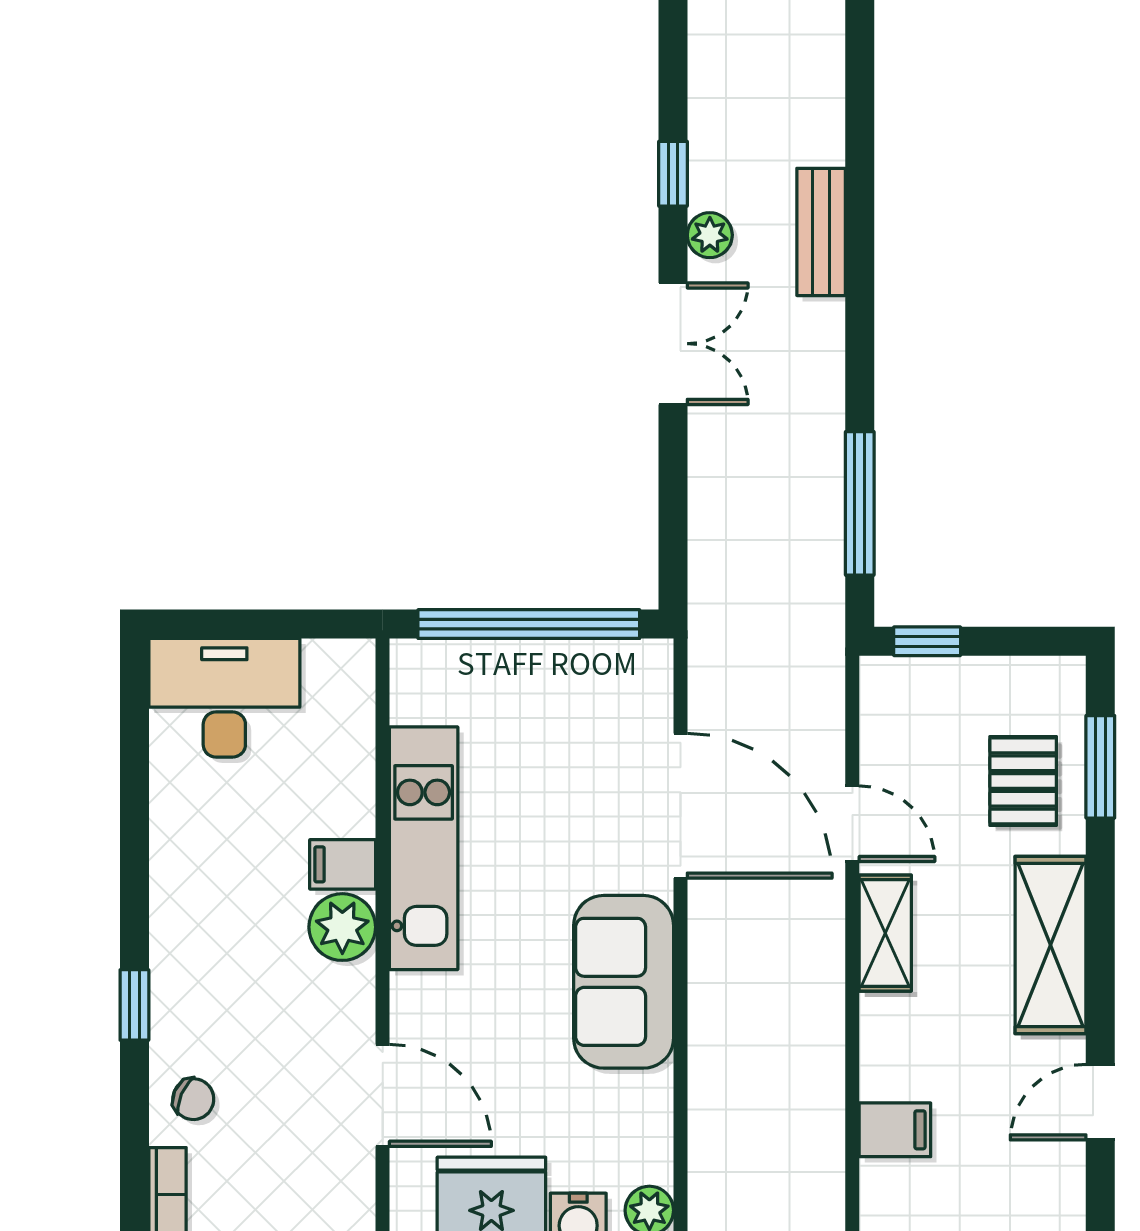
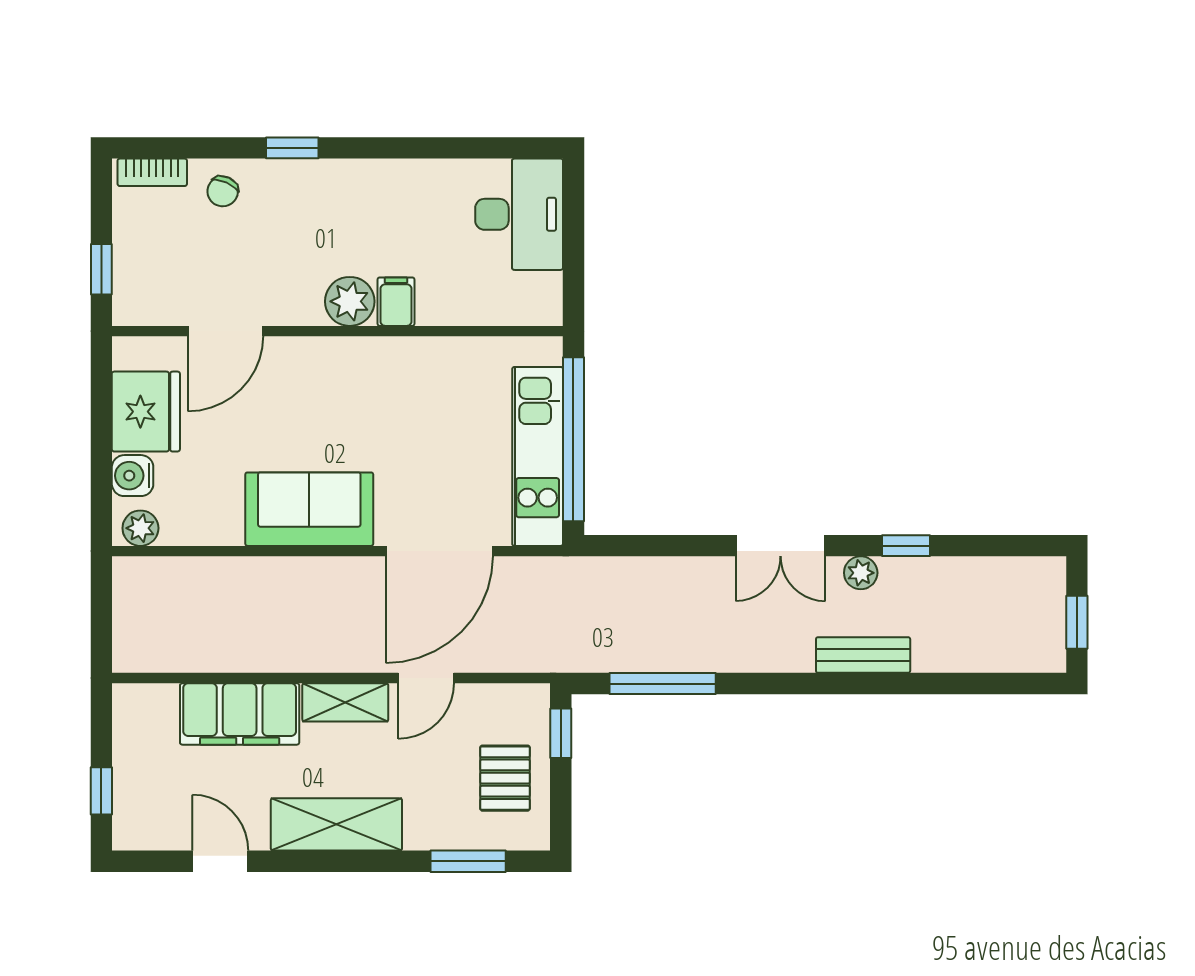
pallet: (1023, 781) -> (505, 778), moved, turned 90
kitchen unit: (424, 848) -> (538, 456), moved, turned 90
filing cabinet: (895, 1130) -> (240, 714), width x3.00, depth x1.17

